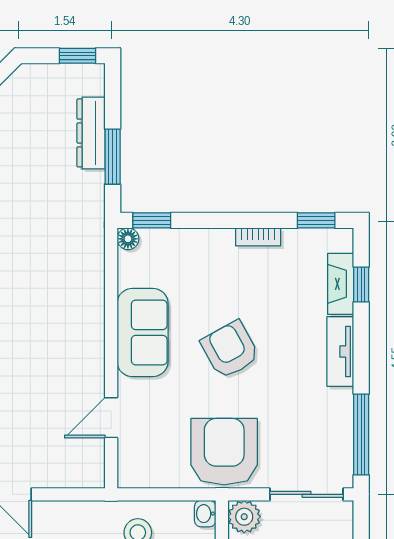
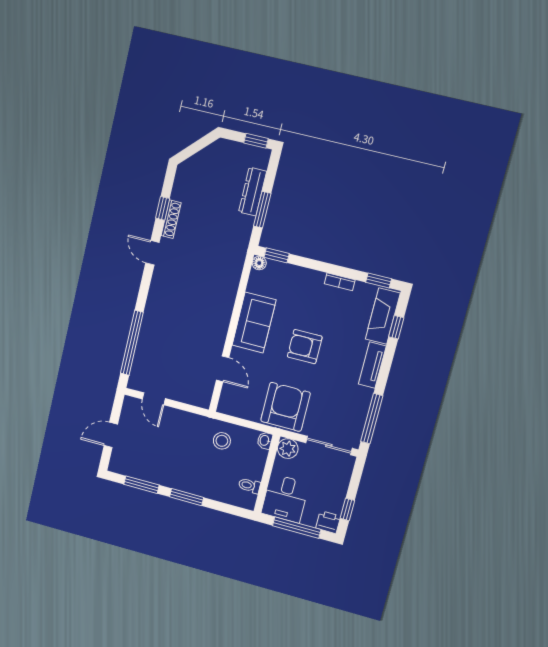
fireplace: (341, 284) -> (383, 316), width x1.37, depth x1.32
armchair: (230, 350) -> (305, 347), turned -61
door: (111, 418) -> (223, 369), swing flipped

